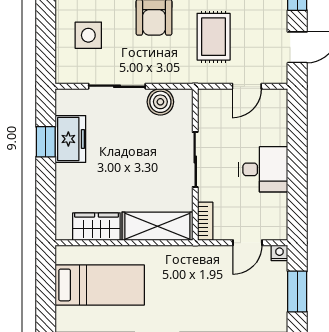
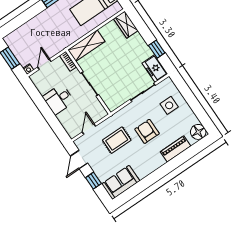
rug: (214, 37) -> (117, 140), turned 90
boiler: (160, 102) -> (120, 98), removed
freezer: (70, 139) -> (155, 68), moved
wardrobe: (96, 227) -> (126, 25), moved, turned 90

